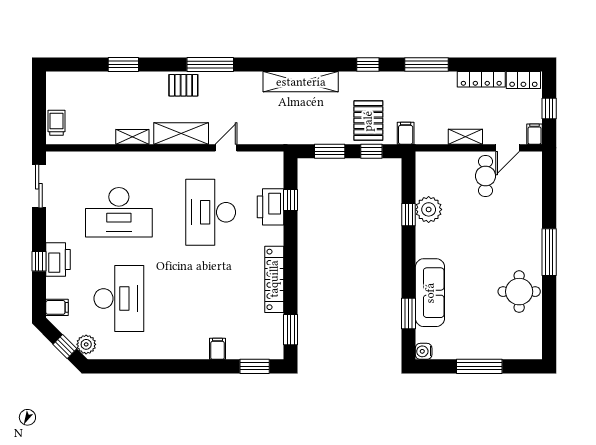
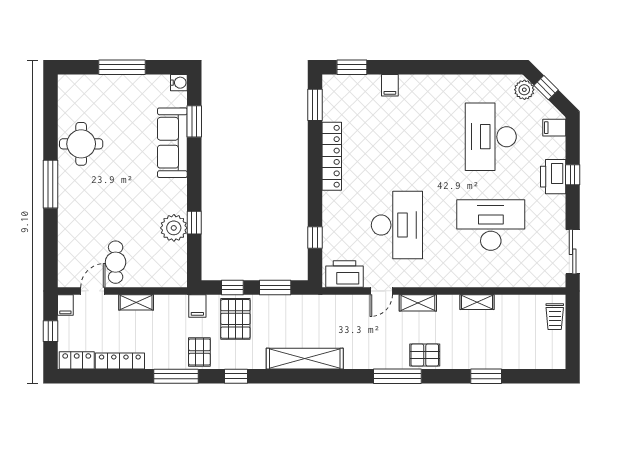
pallet: (404, 88) -> (199, 352), added
shelving: (181, 133) -> (418, 303), width x0.67, depth x0.75
printer: (271, 207) -> (344, 274), moved, turned -90

